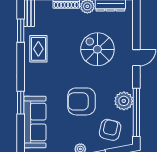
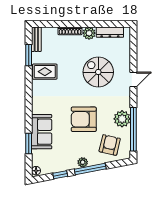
rug: (38, 49) -> (45, 72), turned 90
window: (21, 103) -> (29, 144), moved
sofa: (35, 122) -> (42, 132), width x0.73

